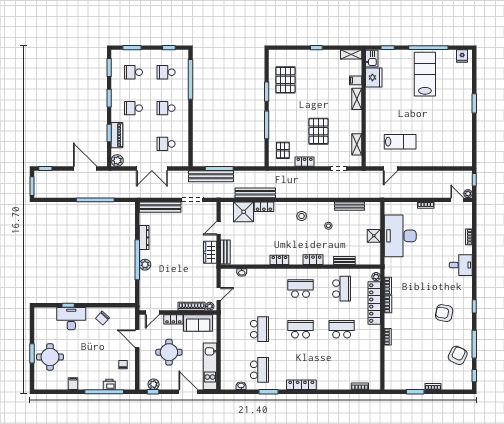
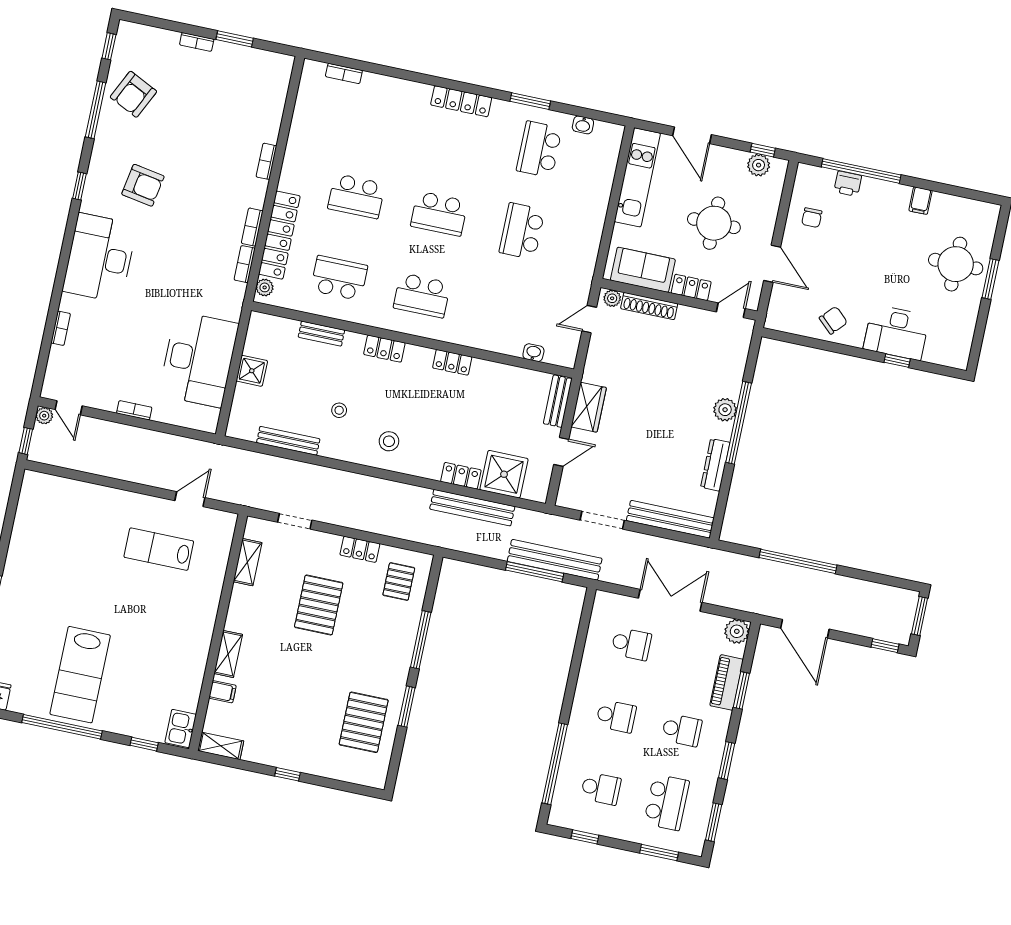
school desk: (133, 72) -> (667, 802), width x1.85
fridge: (374, 77) -> (185, 690), removed
desk: (461, 265) -> (100, 258), width x1.87, depth x1.30
school desk: (342, 289) -> (339, 278), turned 90

